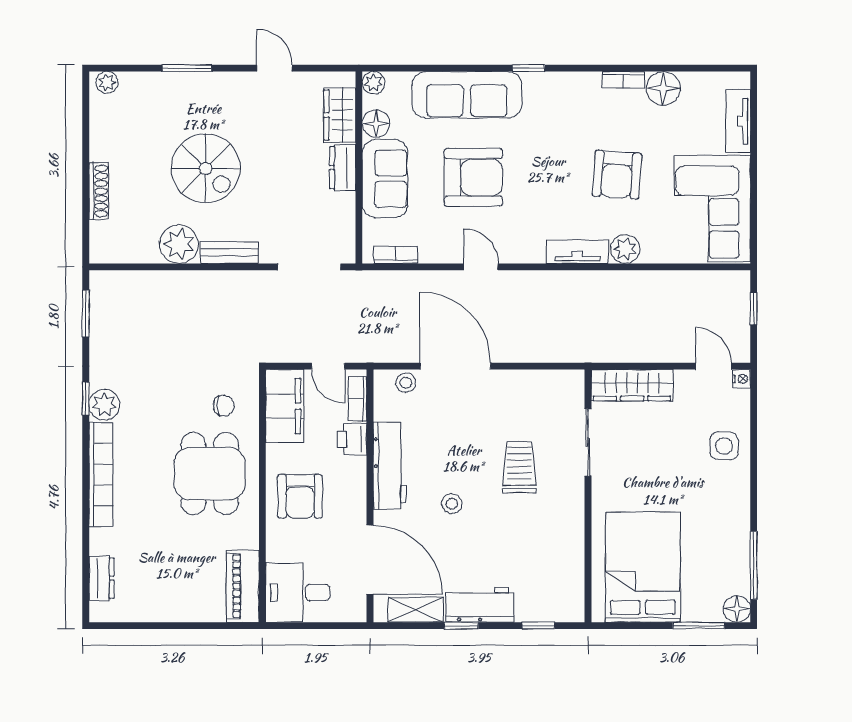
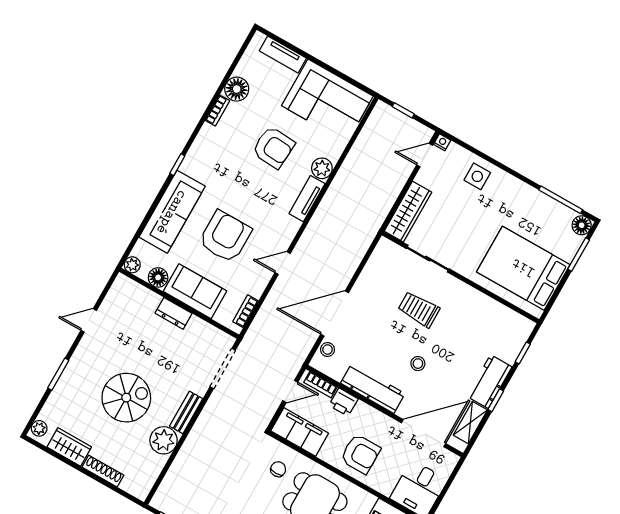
wardrobe: (340, 115) -> (69, 447), moved, turned 180

